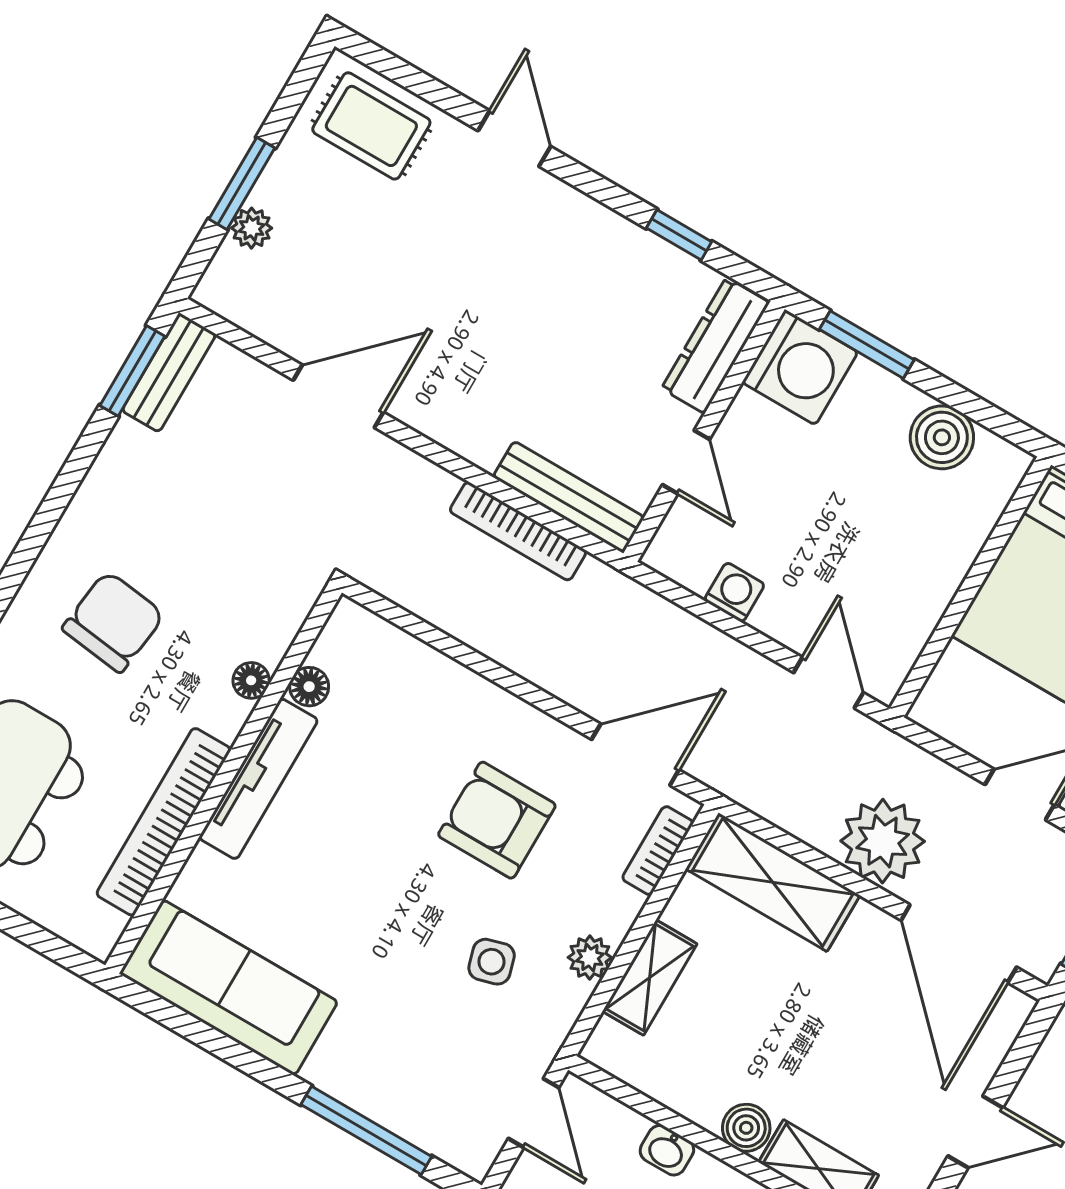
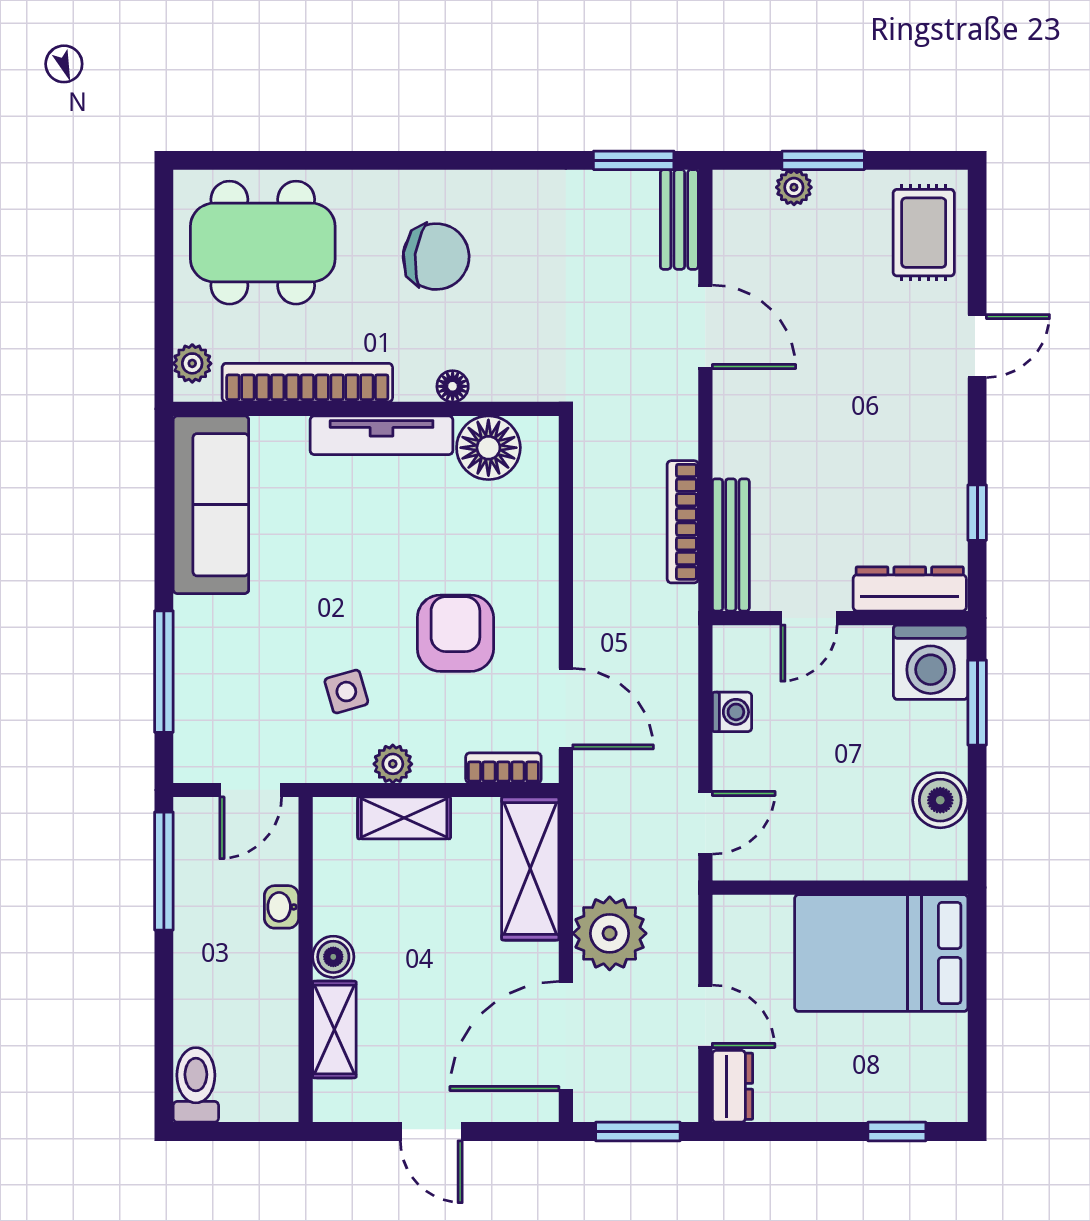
bench: (169, 373) -> (679, 219), moved, turned 90
floor lamp: (309, 687) -> (488, 448), width x1.89, depth x1.89
plant: (78, 924) -> (192, 363), added

